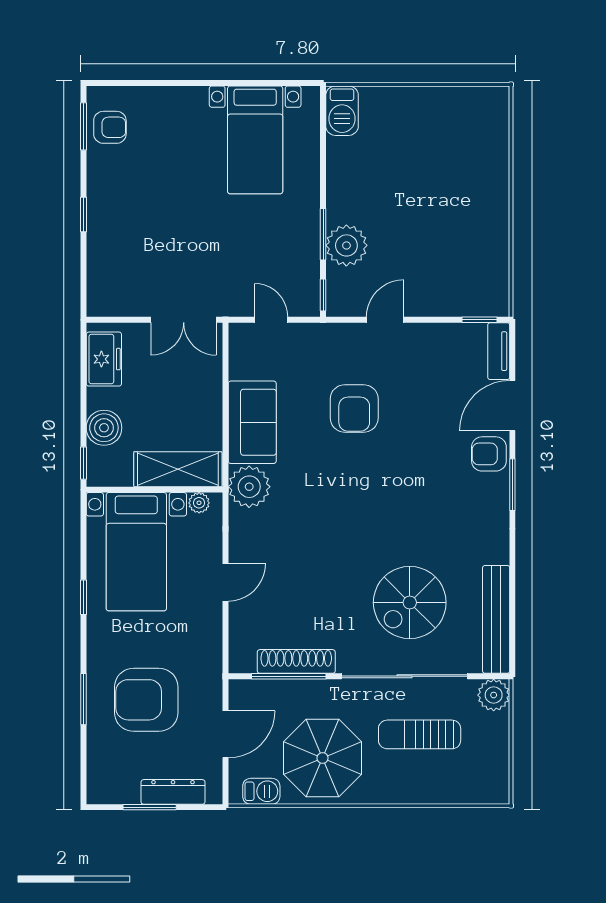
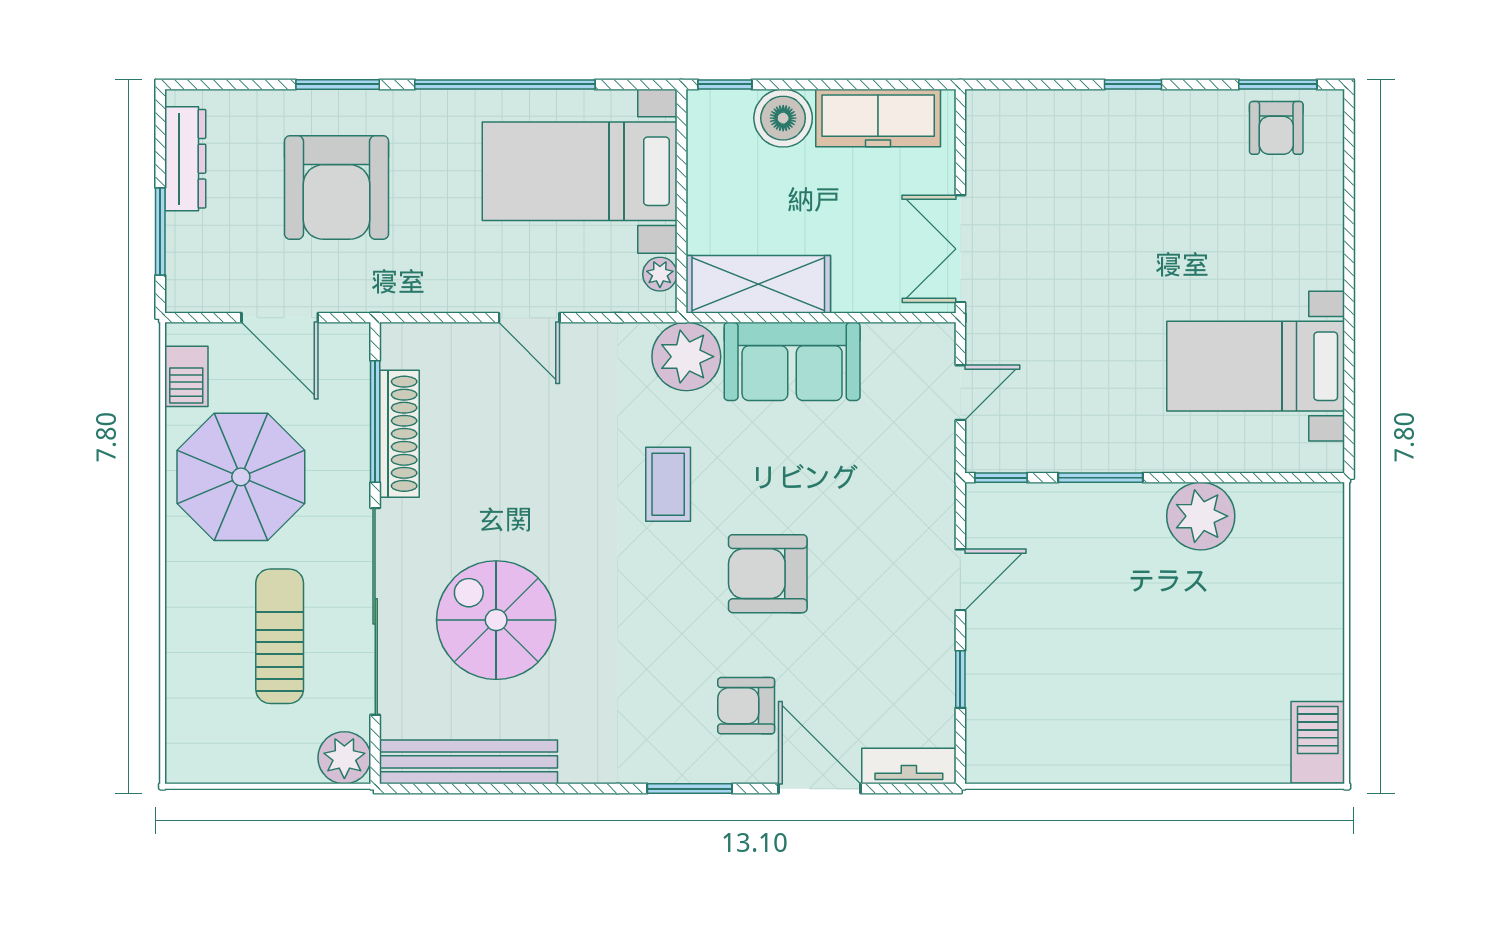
barbecue: (342, 111) -> (1318, 742), moved, turned 90
plant: (346, 245) -> (1201, 516), moved
door: (385, 320) -> (960, 580), hinge flipped
window: (480, 320) -> (960, 679), moved
freezer: (104, 359) -> (878, 118), width x1.40
armchair: (354, 408) -> (768, 574), moved
armchair: (489, 454) -> (746, 706), moved, turned -90
shelving: (178, 469) -> (758, 284), moved, turned 90
coffee table: (327, 498) -> (668, 484), added
window: (83, 597) -> (505, 84), width x3.17
armchair: (146, 700) -> (337, 187), turned 180
dresser: (173, 792) -> (185, 159), moved
window: (150, 807) -> (160, 232), moved

